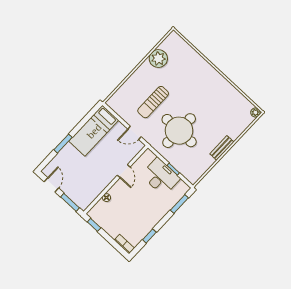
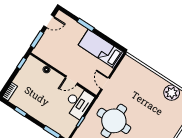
sun lounger: (153, 102) -> (134, 95), removed
desk: (161, 177) -> (78, 103), moved

